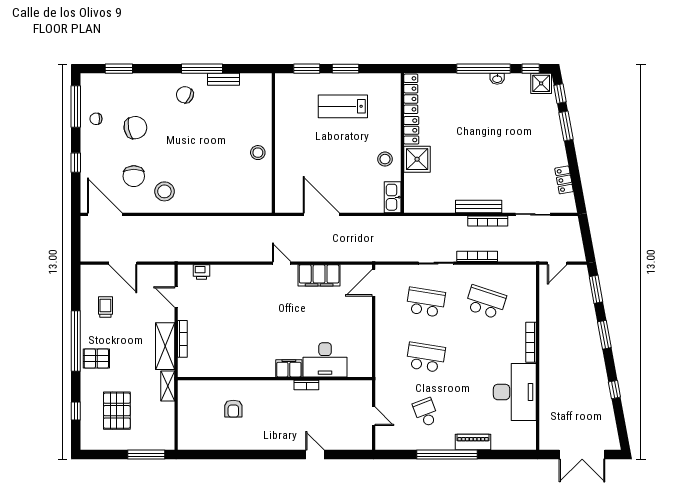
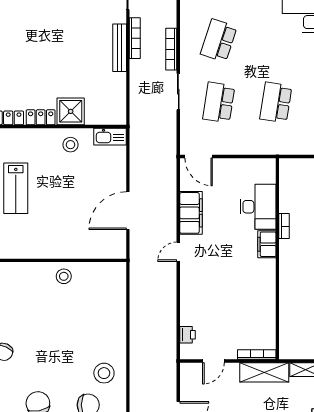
desk: (325, 360) -> (258, 207), moved
filing cabinet: (289, 368) -> (267, 244), moved
wall: (275, 379) -> (277, 259), moved
bookcase: (306, 385) -> (284, 226), moved

